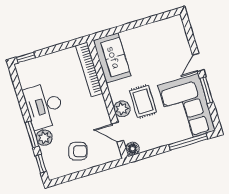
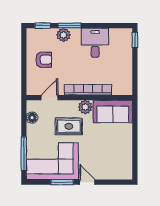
bookcase: (89, 69) -> (88, 90), moved
desk: (44, 106) -> (95, 43), width x0.73
plant: (122, 109) -> (85, 107), moved
floor lamp: (133, 149) -> (32, 118), moved
armchair: (78, 151) -> (44, 60), turned -107

